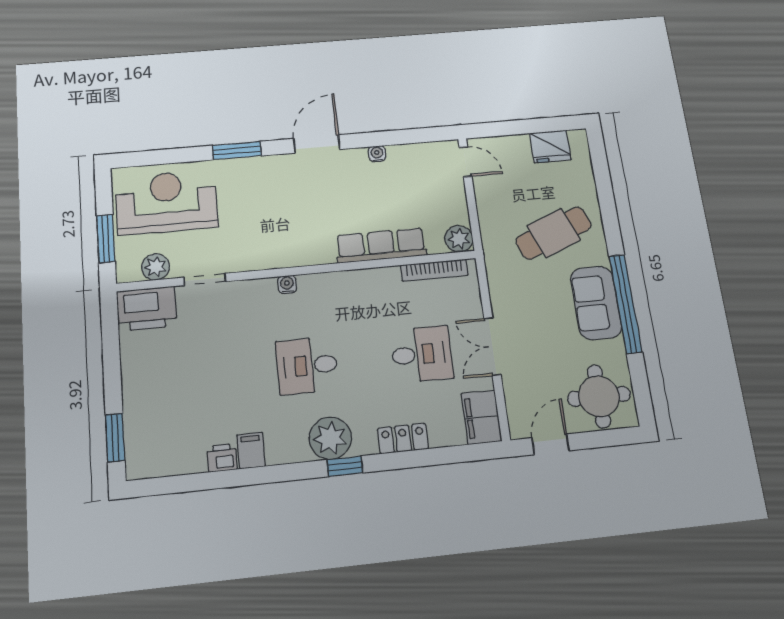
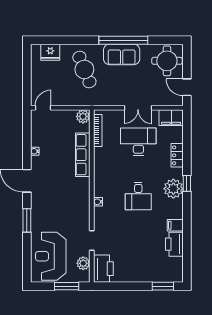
fridge: (550, 146) -> (50, 52), moved, turned 90
desk: (422, 354) -> (138, 142), width x1.37
printer: (222, 458) -> (174, 244), width x1.87, depth x1.48

